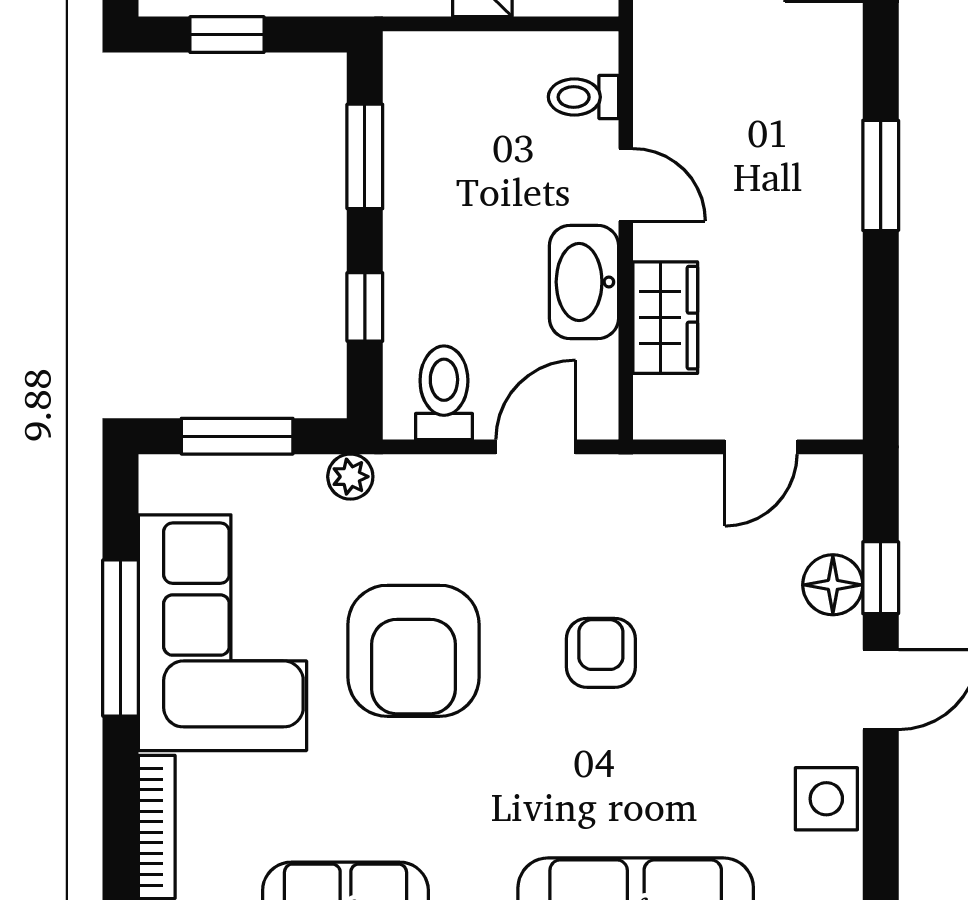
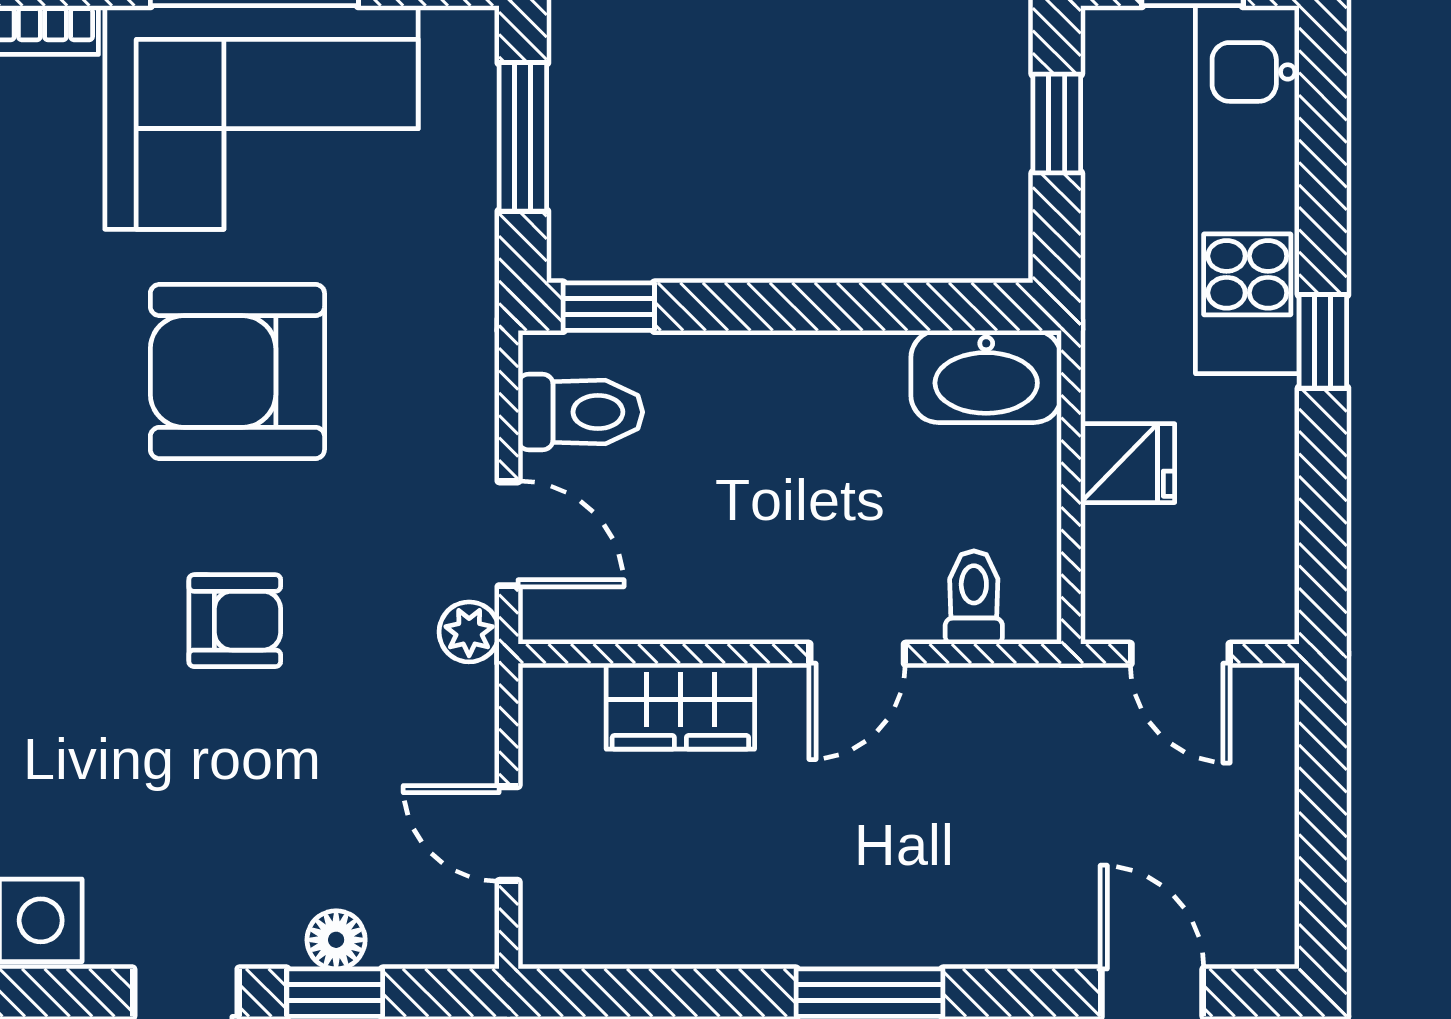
window: (365, 156) -> (895, 307), removed
washbasin: (584, 282) -> (986, 377), moved, turned 180
window: (365, 307) -> (609, 307), moved
plant: (350, 477) -> (469, 632), moved
floor lamp: (833, 585) -> (336, 940), width x0.73, depth x0.73

